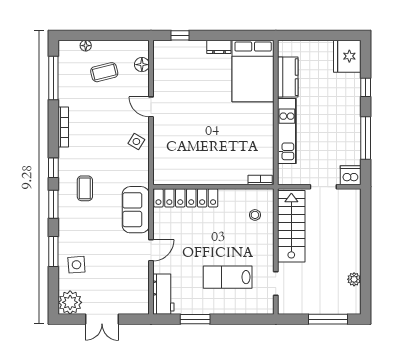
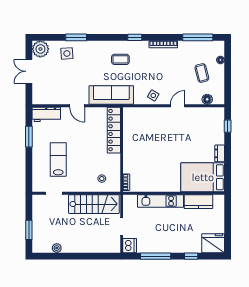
window: (53, 204) -> (109, 37), removed
sofa: (136, 210) -> (111, 95), width x1.36
window: (328, 319) -> (29, 230), width x0.69

